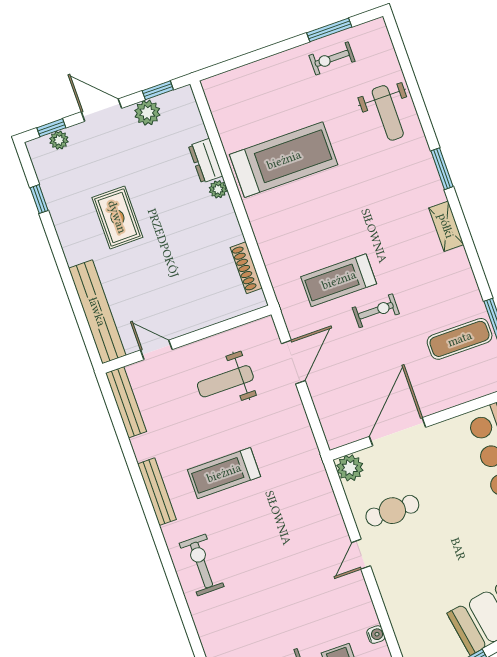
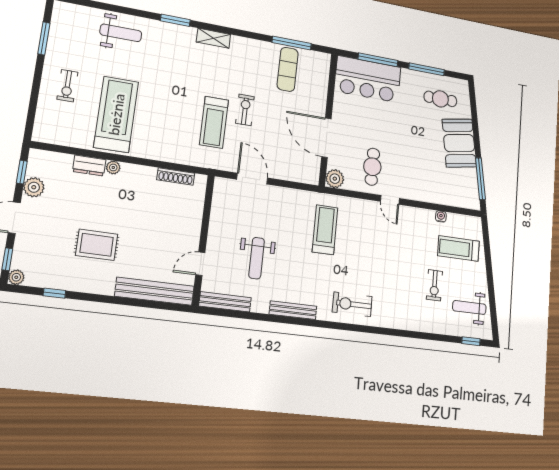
exercise bike: (332, 58) -> (67, 86), moved
plant: (59, 140) -> (16, 277), moved
weight bench: (225, 381) -> (257, 258), moved
treadmill: (224, 473) -> (325, 230), moved, turned 180

